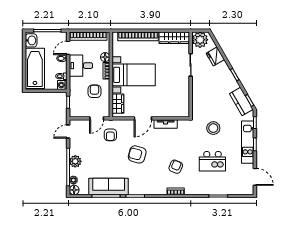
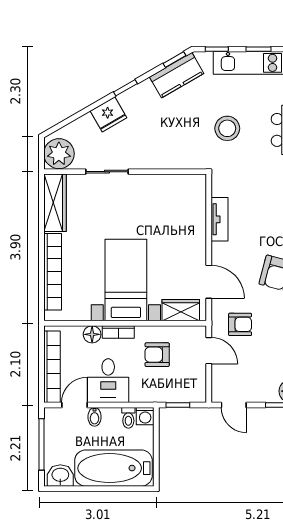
door: (68, 48) -> (74, 405), swing flipped
fridge: (215, 56) -> (109, 114), moved
door: (143, 118) -> (209, 282), moved

